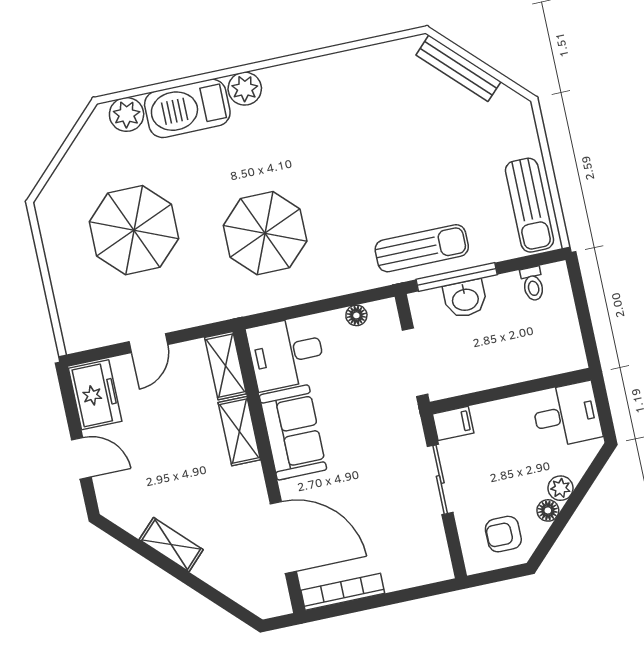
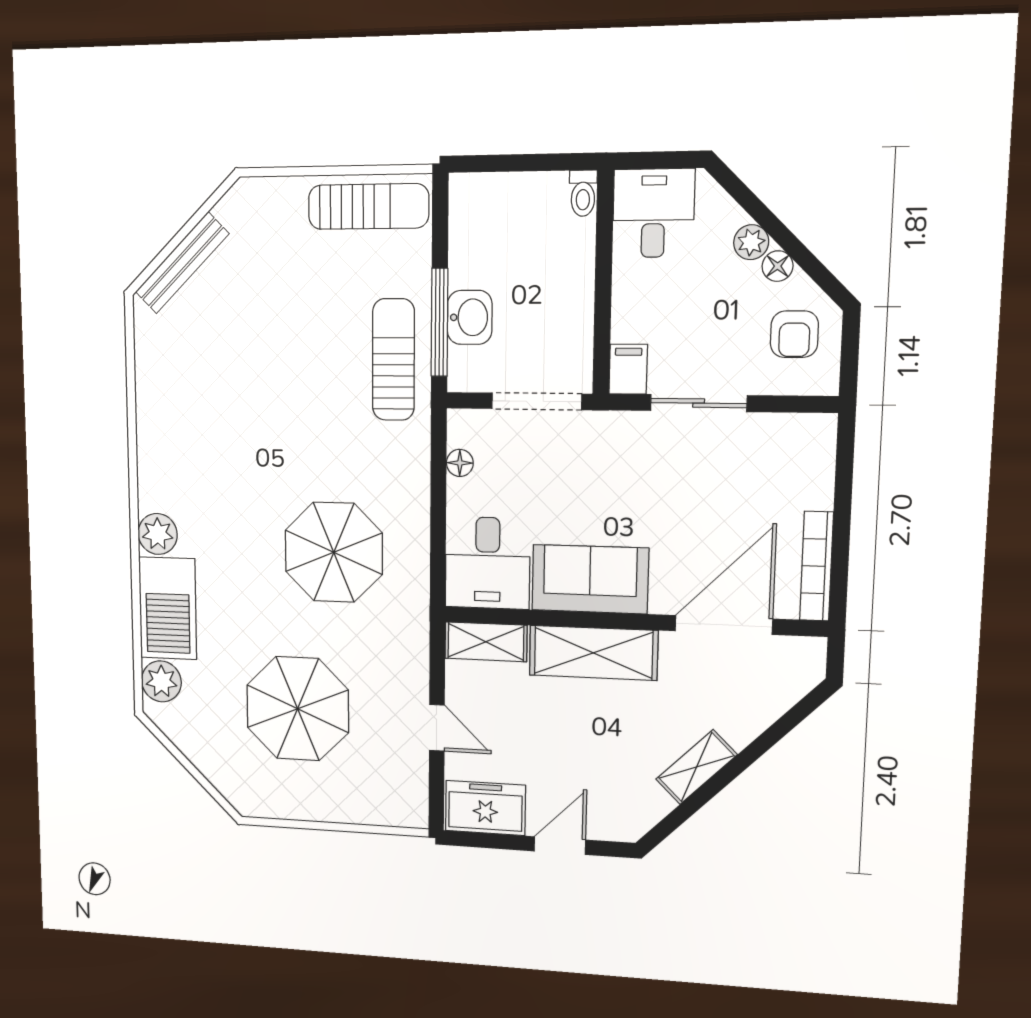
toilet: (533, 284) -> (583, 193), moved, turned 90
shelving: (239, 431) -> (593, 653), width x1.50, depth x1.33

